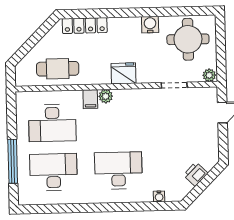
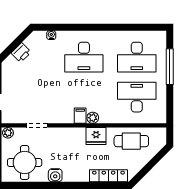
fridge: (124, 73) -> (96, 136), moved
filing cabinet: (90, 99) -> (80, 116), moved

